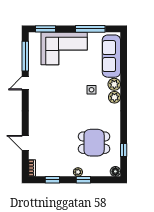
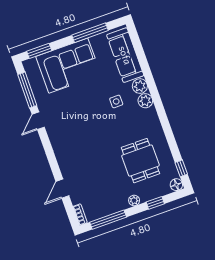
door: (25, 143) -> (62, 189), hinge flipped
dining table: (94, 143) -> (140, 161), turned 90
window: (124, 150) -> (181, 168), moved
window: (52, 180) -> (108, 220), width x2.17
window: (83, 180) -> (155, 203), moved

